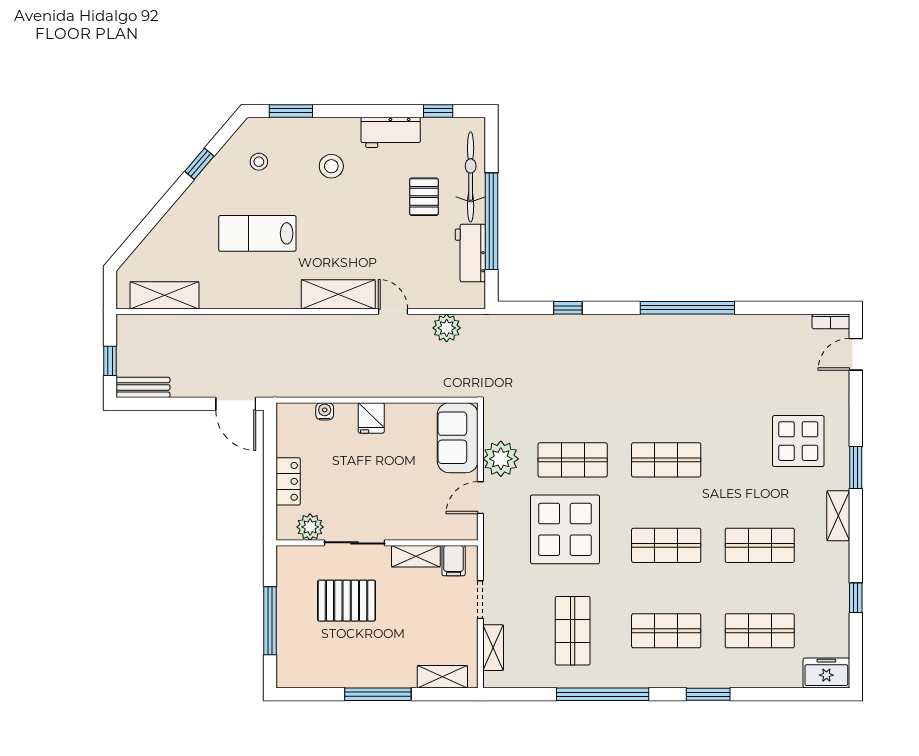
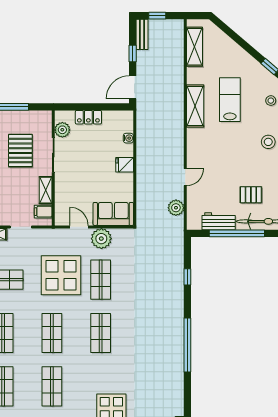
shelving: (338, 294) -> (195, 106), moved
window: (177, 404) -> (133, 54), added

